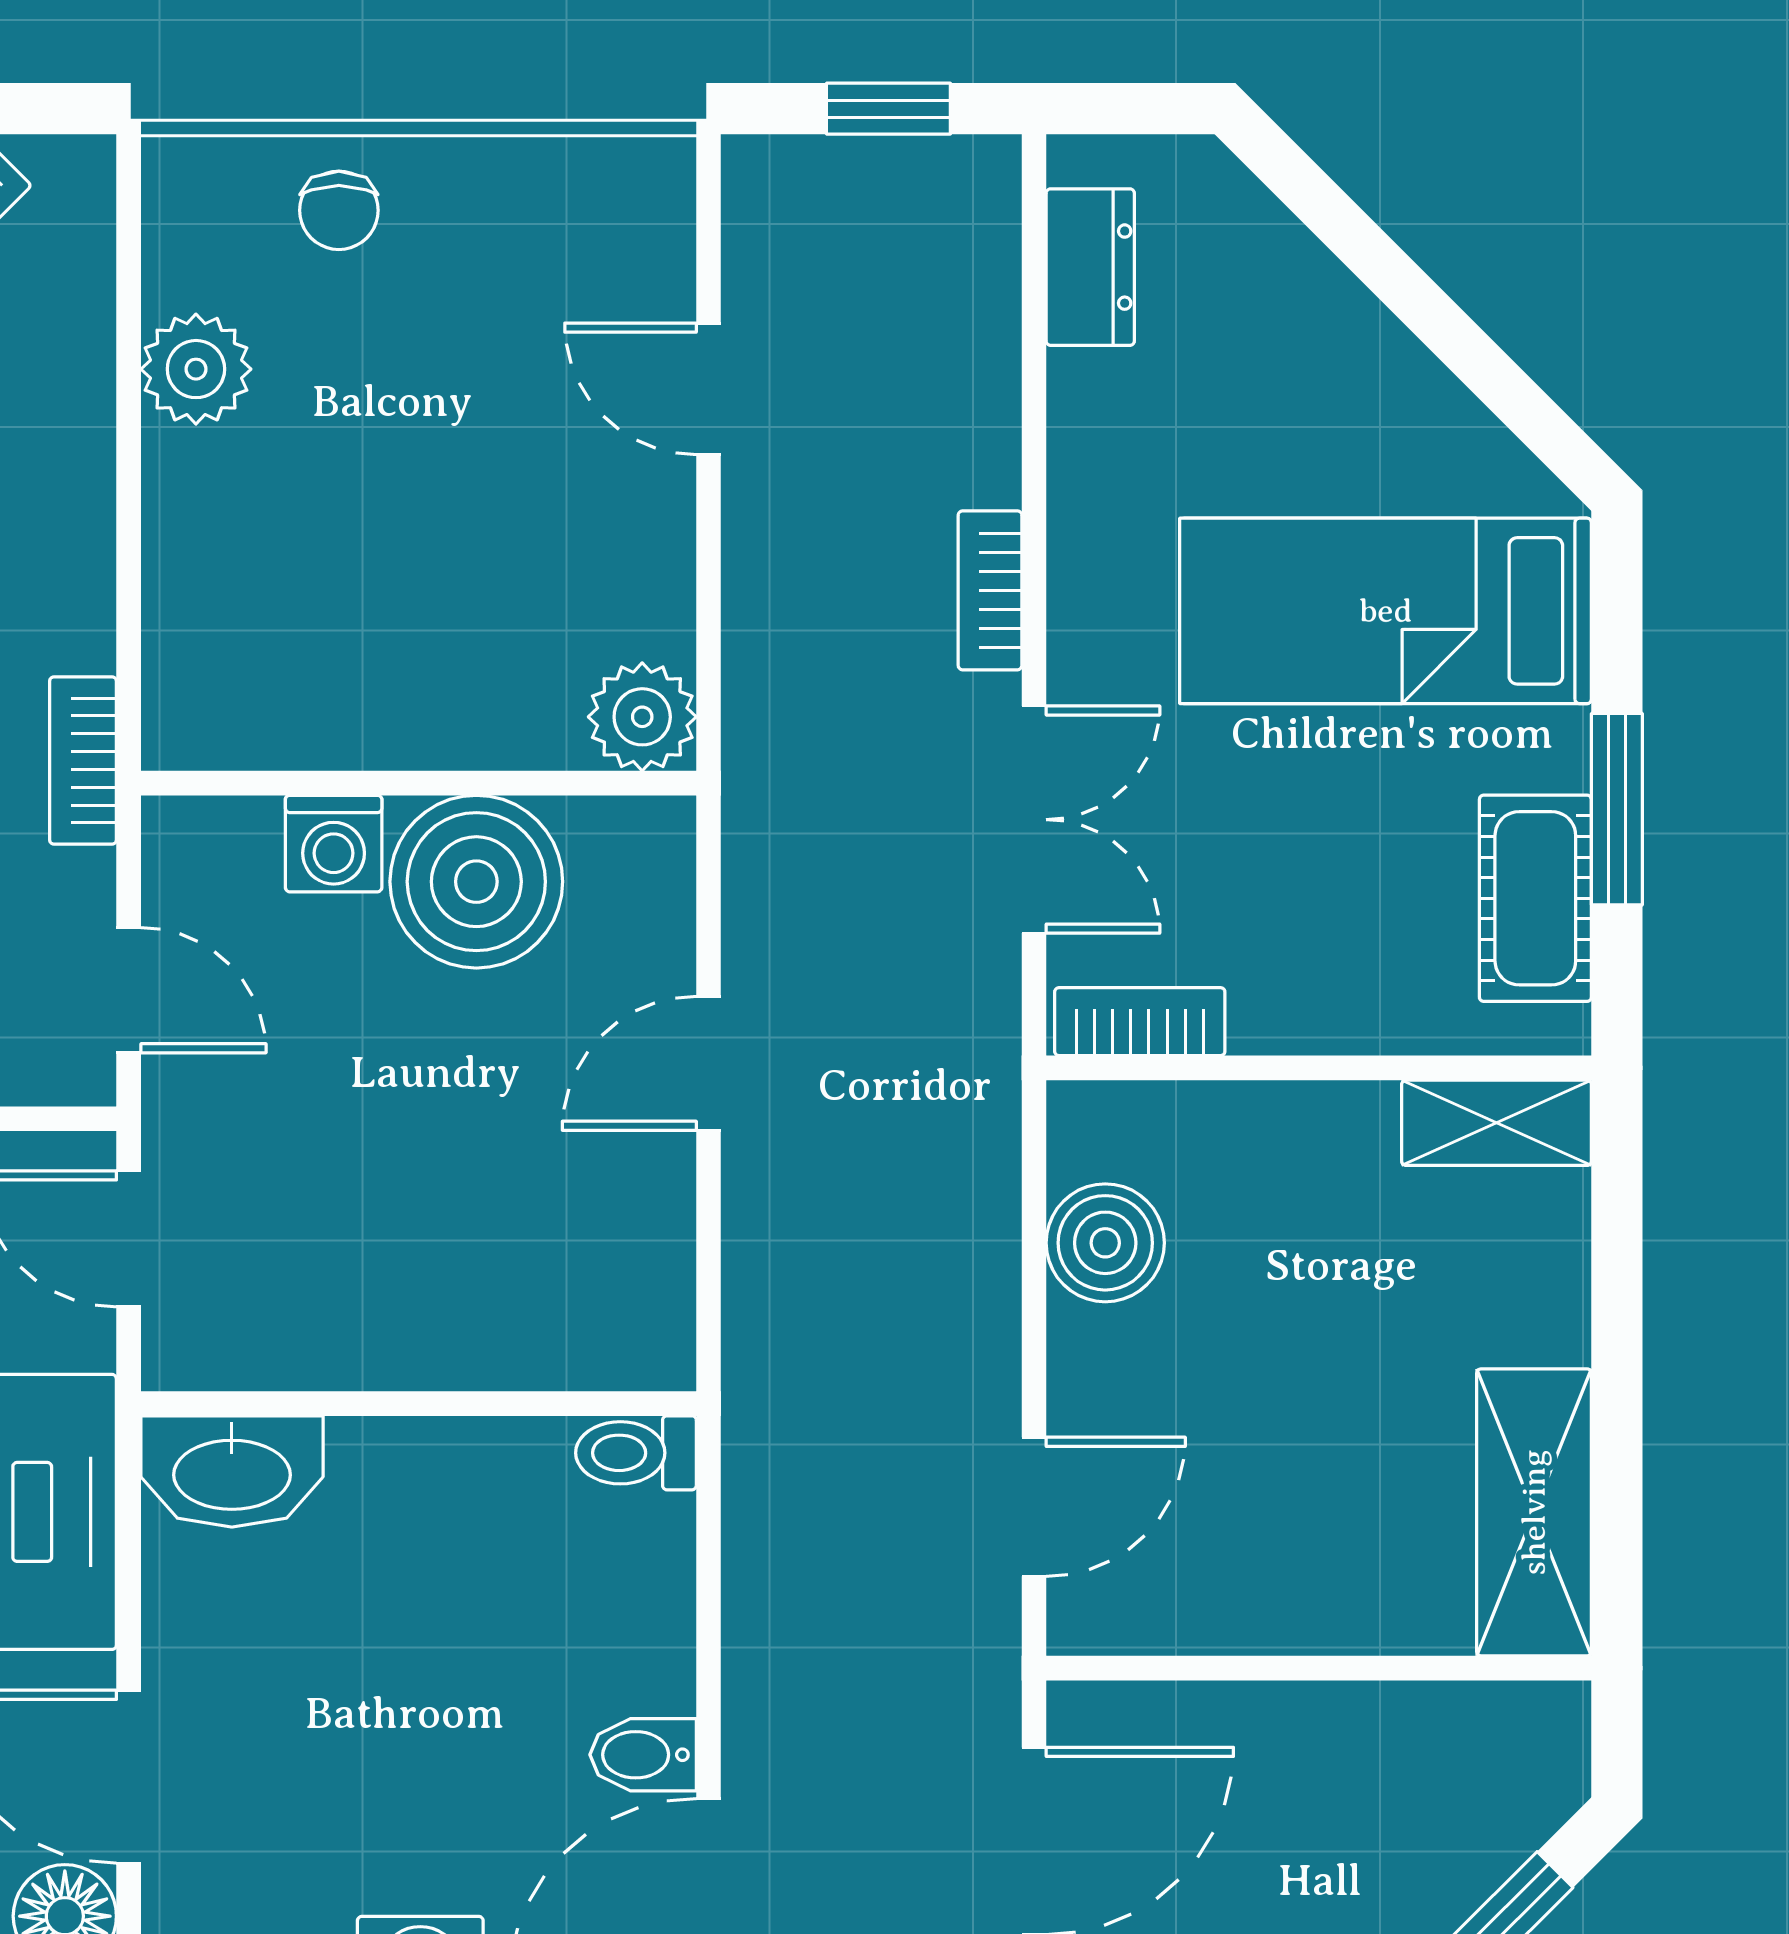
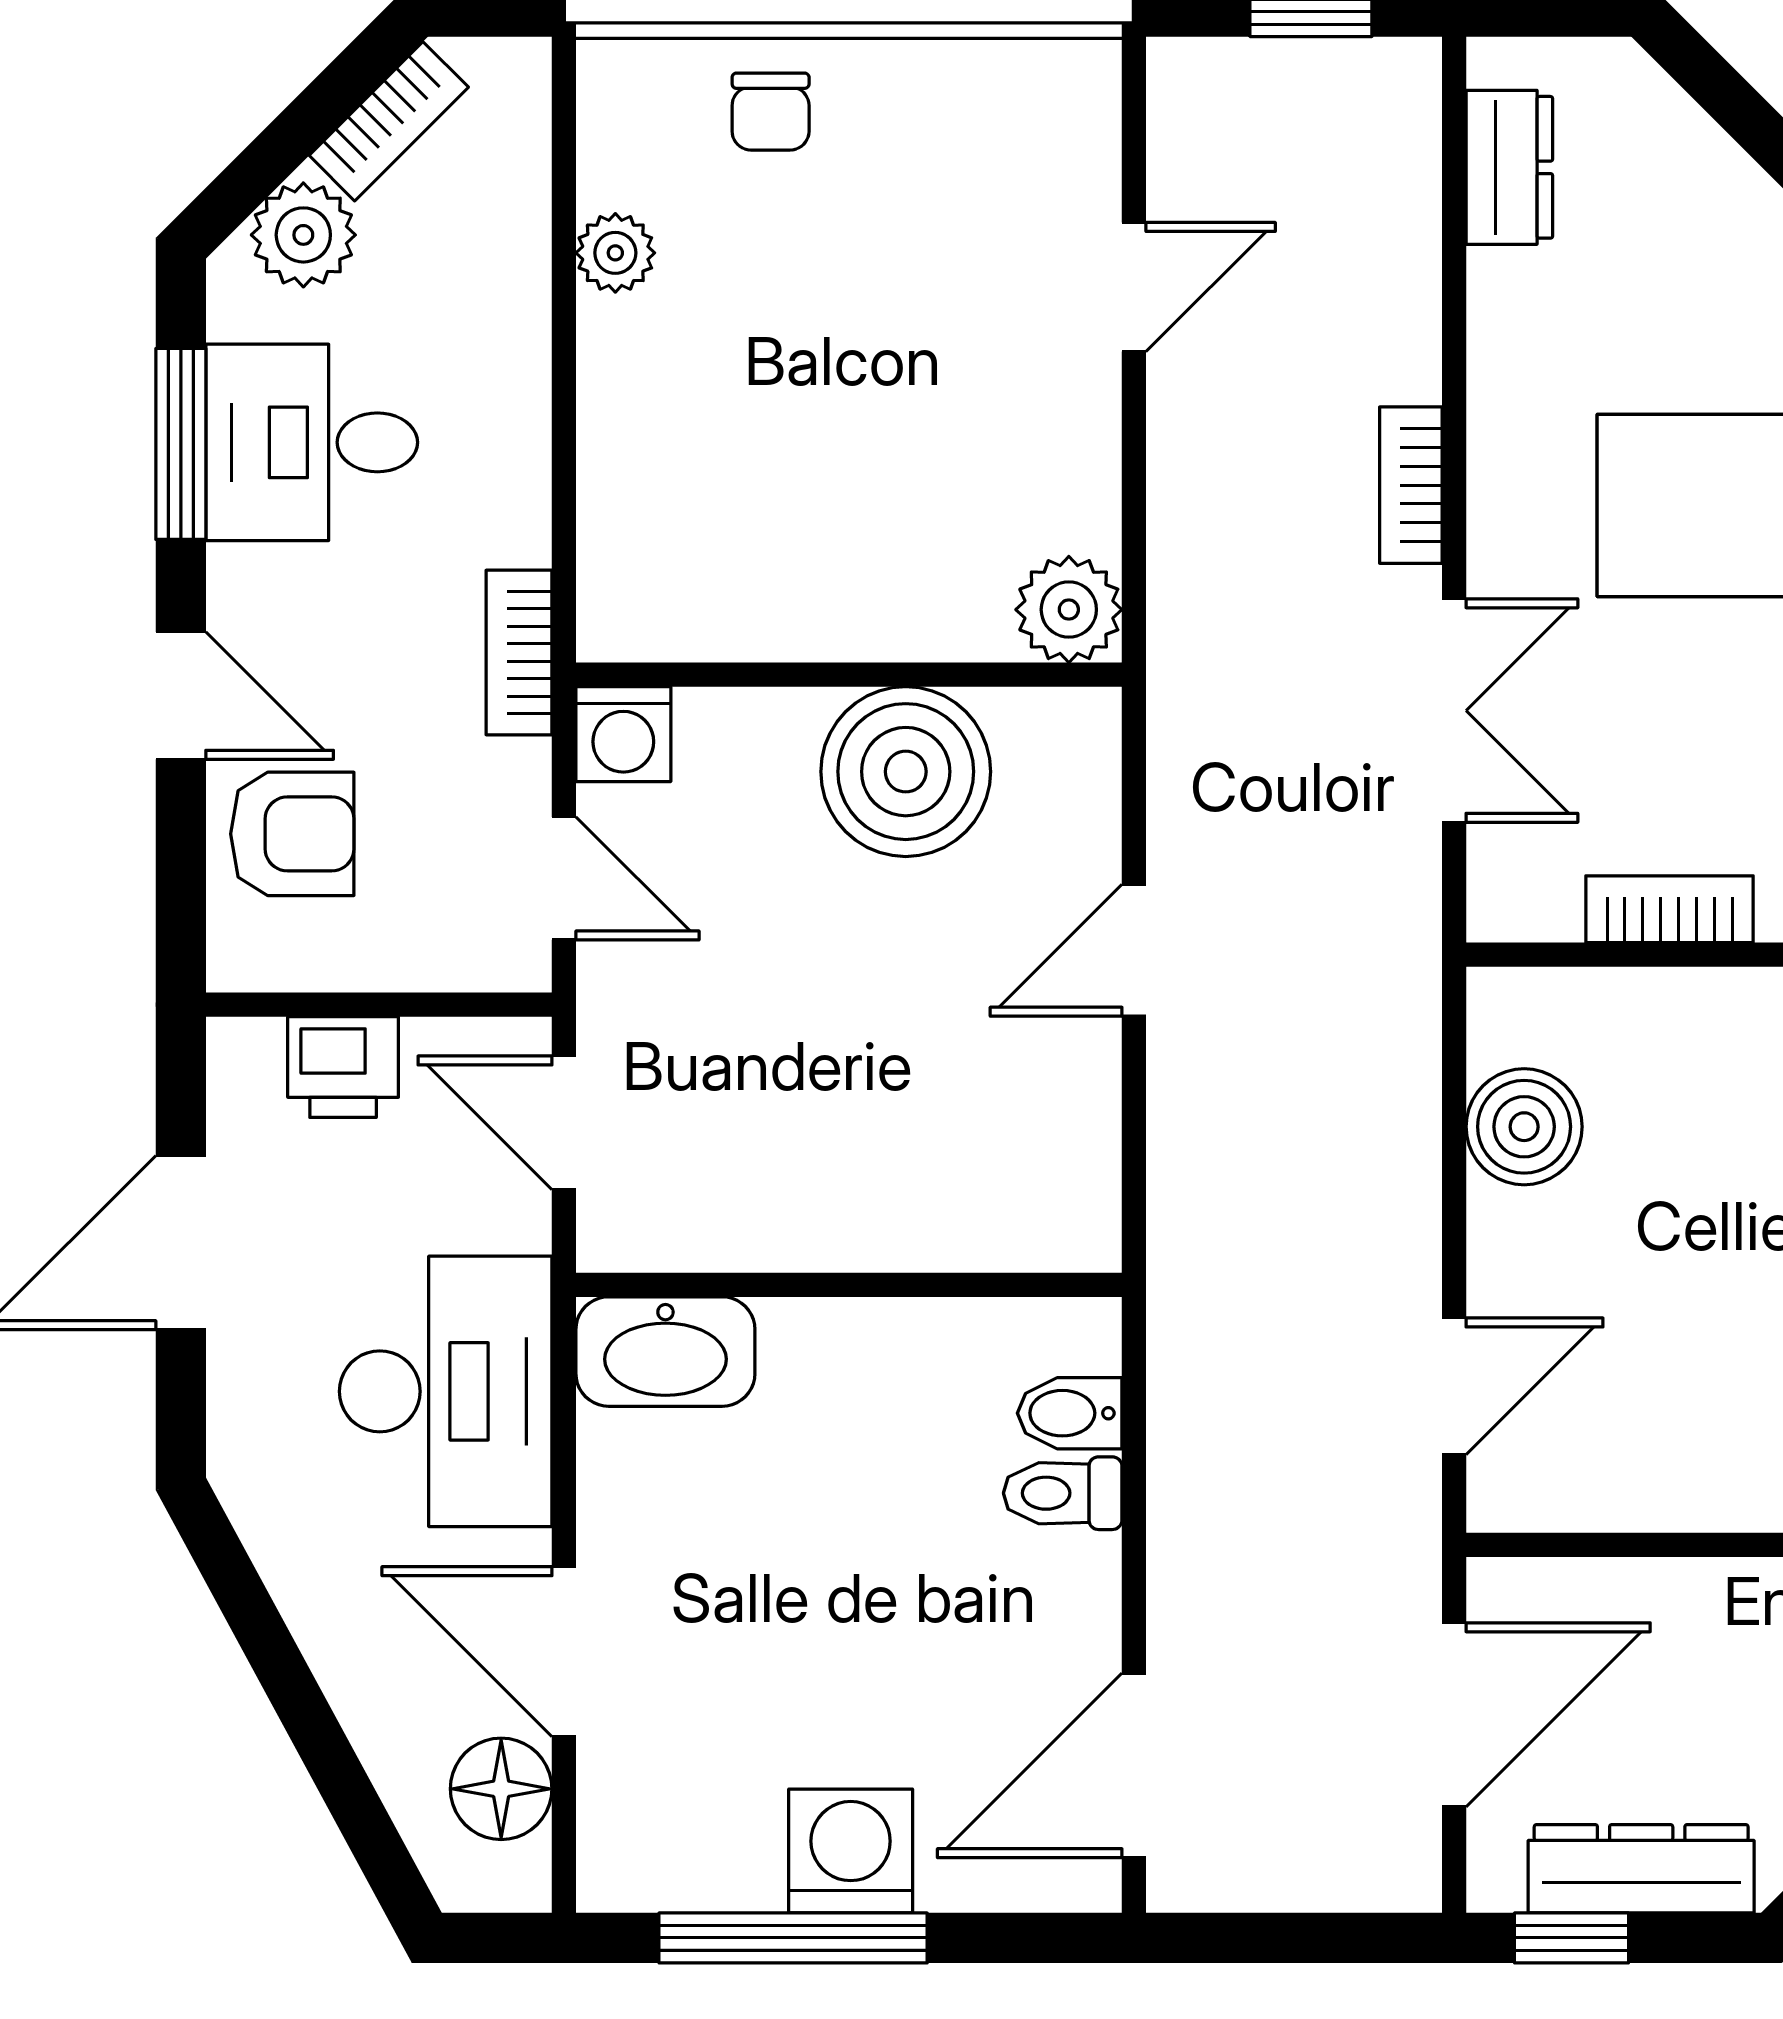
plant: (196, 369) -> (615, 253), width x0.73, depth x0.73
door: (708, 389) -> (1134, 287), swing flipped
washing machine: (334, 844) -> (623, 734), moved
bookcase: (1140, 1022) -> (1670, 909), moved
toilet: (636, 1453) -> (1063, 1493), moved
bidet: (643, 1755) -> (1070, 1413), moved

